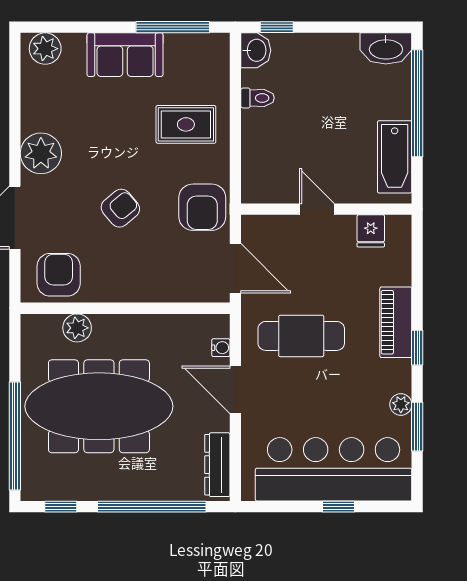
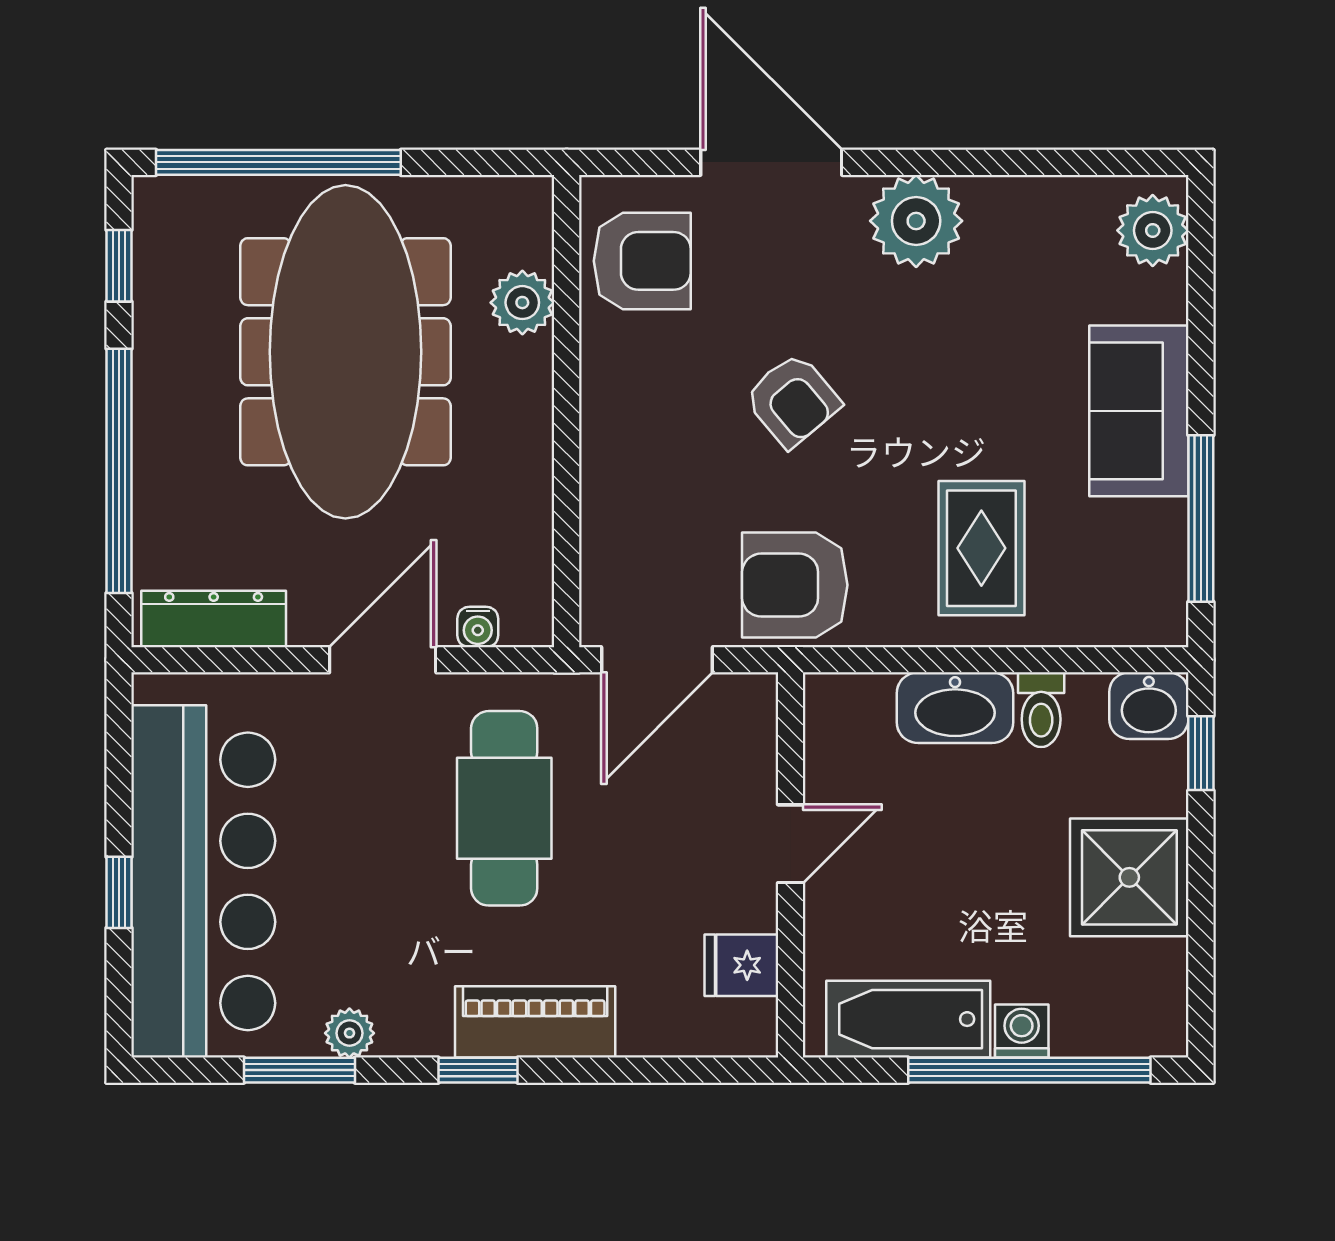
washbasin: (386, 48) -> (955, 708), moved, turned -90
shower: (332, 59) -> (1129, 877), added
washing machine: (400, 107) -> (1022, 1031), added

